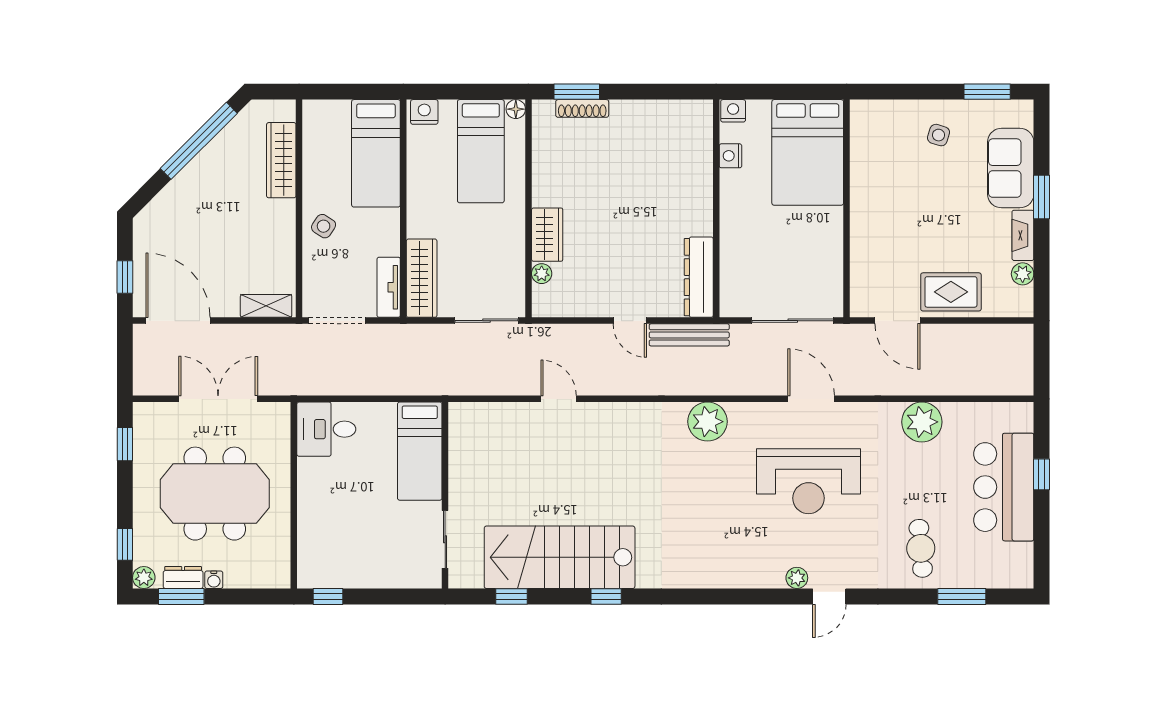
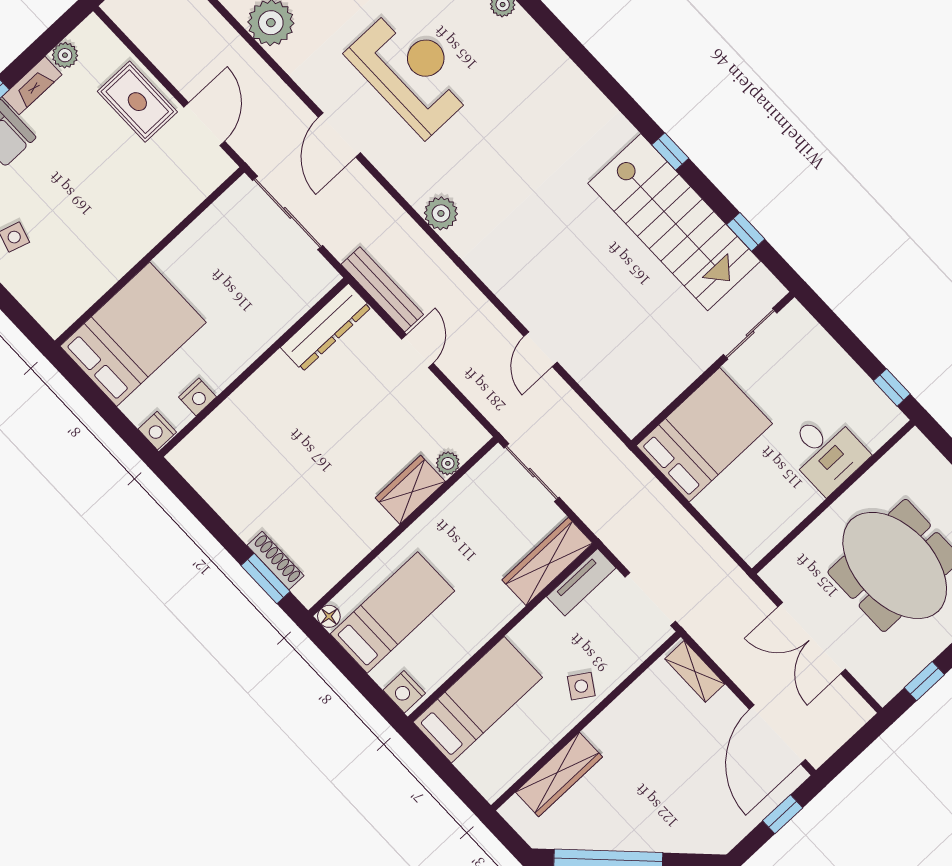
plant: (708, 422) -> (441, 213), width x0.73, depth x0.73
desk: (326, 429) -> (826, 452), moved
bed: (420, 451) -> (704, 435), width x1.50

